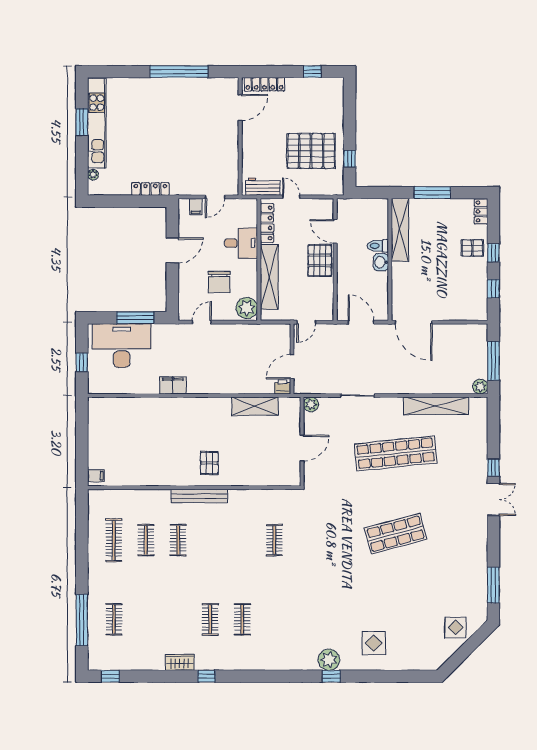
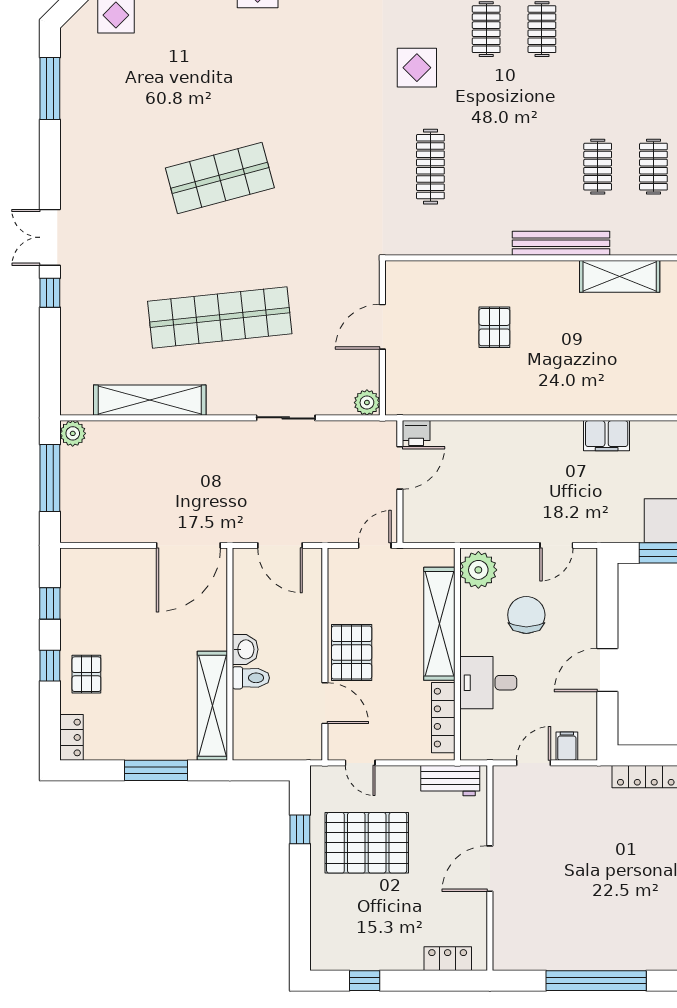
locker: (264, 84) -> (448, 959), width x0.66
door: (240, 107) -> (490, 869), moved
door: (291, 197) -> (360, 763), moved
pallet: (472, 248) -> (86, 674), turned 90
door: (414, 322) -> (188, 545), swing flipped
shelving: (255, 406) -> (620, 276), moved
pallet: (209, 463) -> (494, 327), moved
clothes rail: (274, 540) -> (430, 167), width x1.36
display table: (282, 597) -> (417, 68), added

